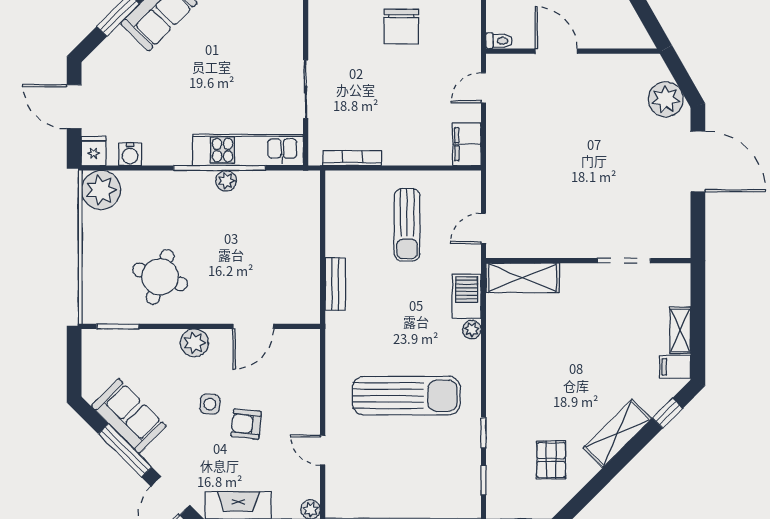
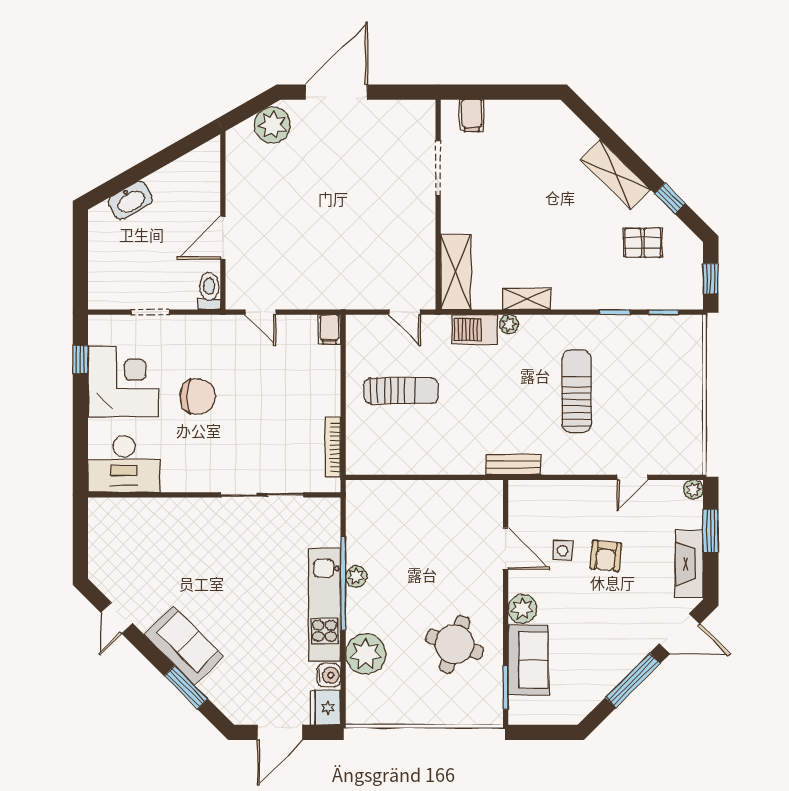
toilet: (499, 41) -> (209, 291), width x1.37, depth x1.39
sliding door: (306, 89) -> (262, 495), width x1.37
filing cabinet: (467, 144) -> (330, 329), width x0.50
kitchen unit: (248, 150) -> (325, 605), moved
fridge: (94, 151) -> (326, 708), width x1.38
plant: (101, 190) -> (366, 654), moved
bench: (335, 284) -> (513, 464), moved
shelving: (680, 330) -> (527, 299), moved
filing cabinet: (675, 367) -> (472, 115), moved
sun lounger: (406, 396) -> (577, 391), width x0.73, depth x0.75
side table: (210, 404) -> (563, 551), moved
window: (668, 413) -> (670, 198), moved
sofa: (129, 416) -> (528, 660), moved, turned 135

